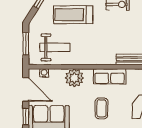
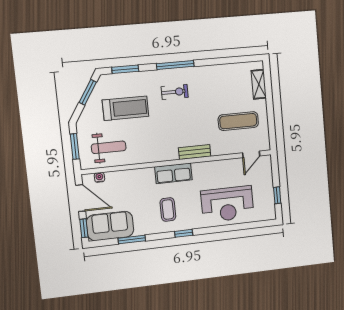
treadmill: (73, 15) -> (125, 108), turned 180
plant: (74, 78) -> (134, 179), removed

